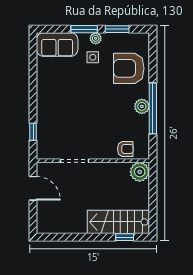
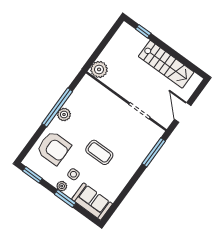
window: (117, 29) -> (32, 175), moved
coffee table: (84, 95) -> (99, 152), added
window: (33, 132) -> (154, 152), width x2.17
armchair: (125, 149) -> (97, 93), removed
stairs: (118, 222) -> (166, 64), moved

